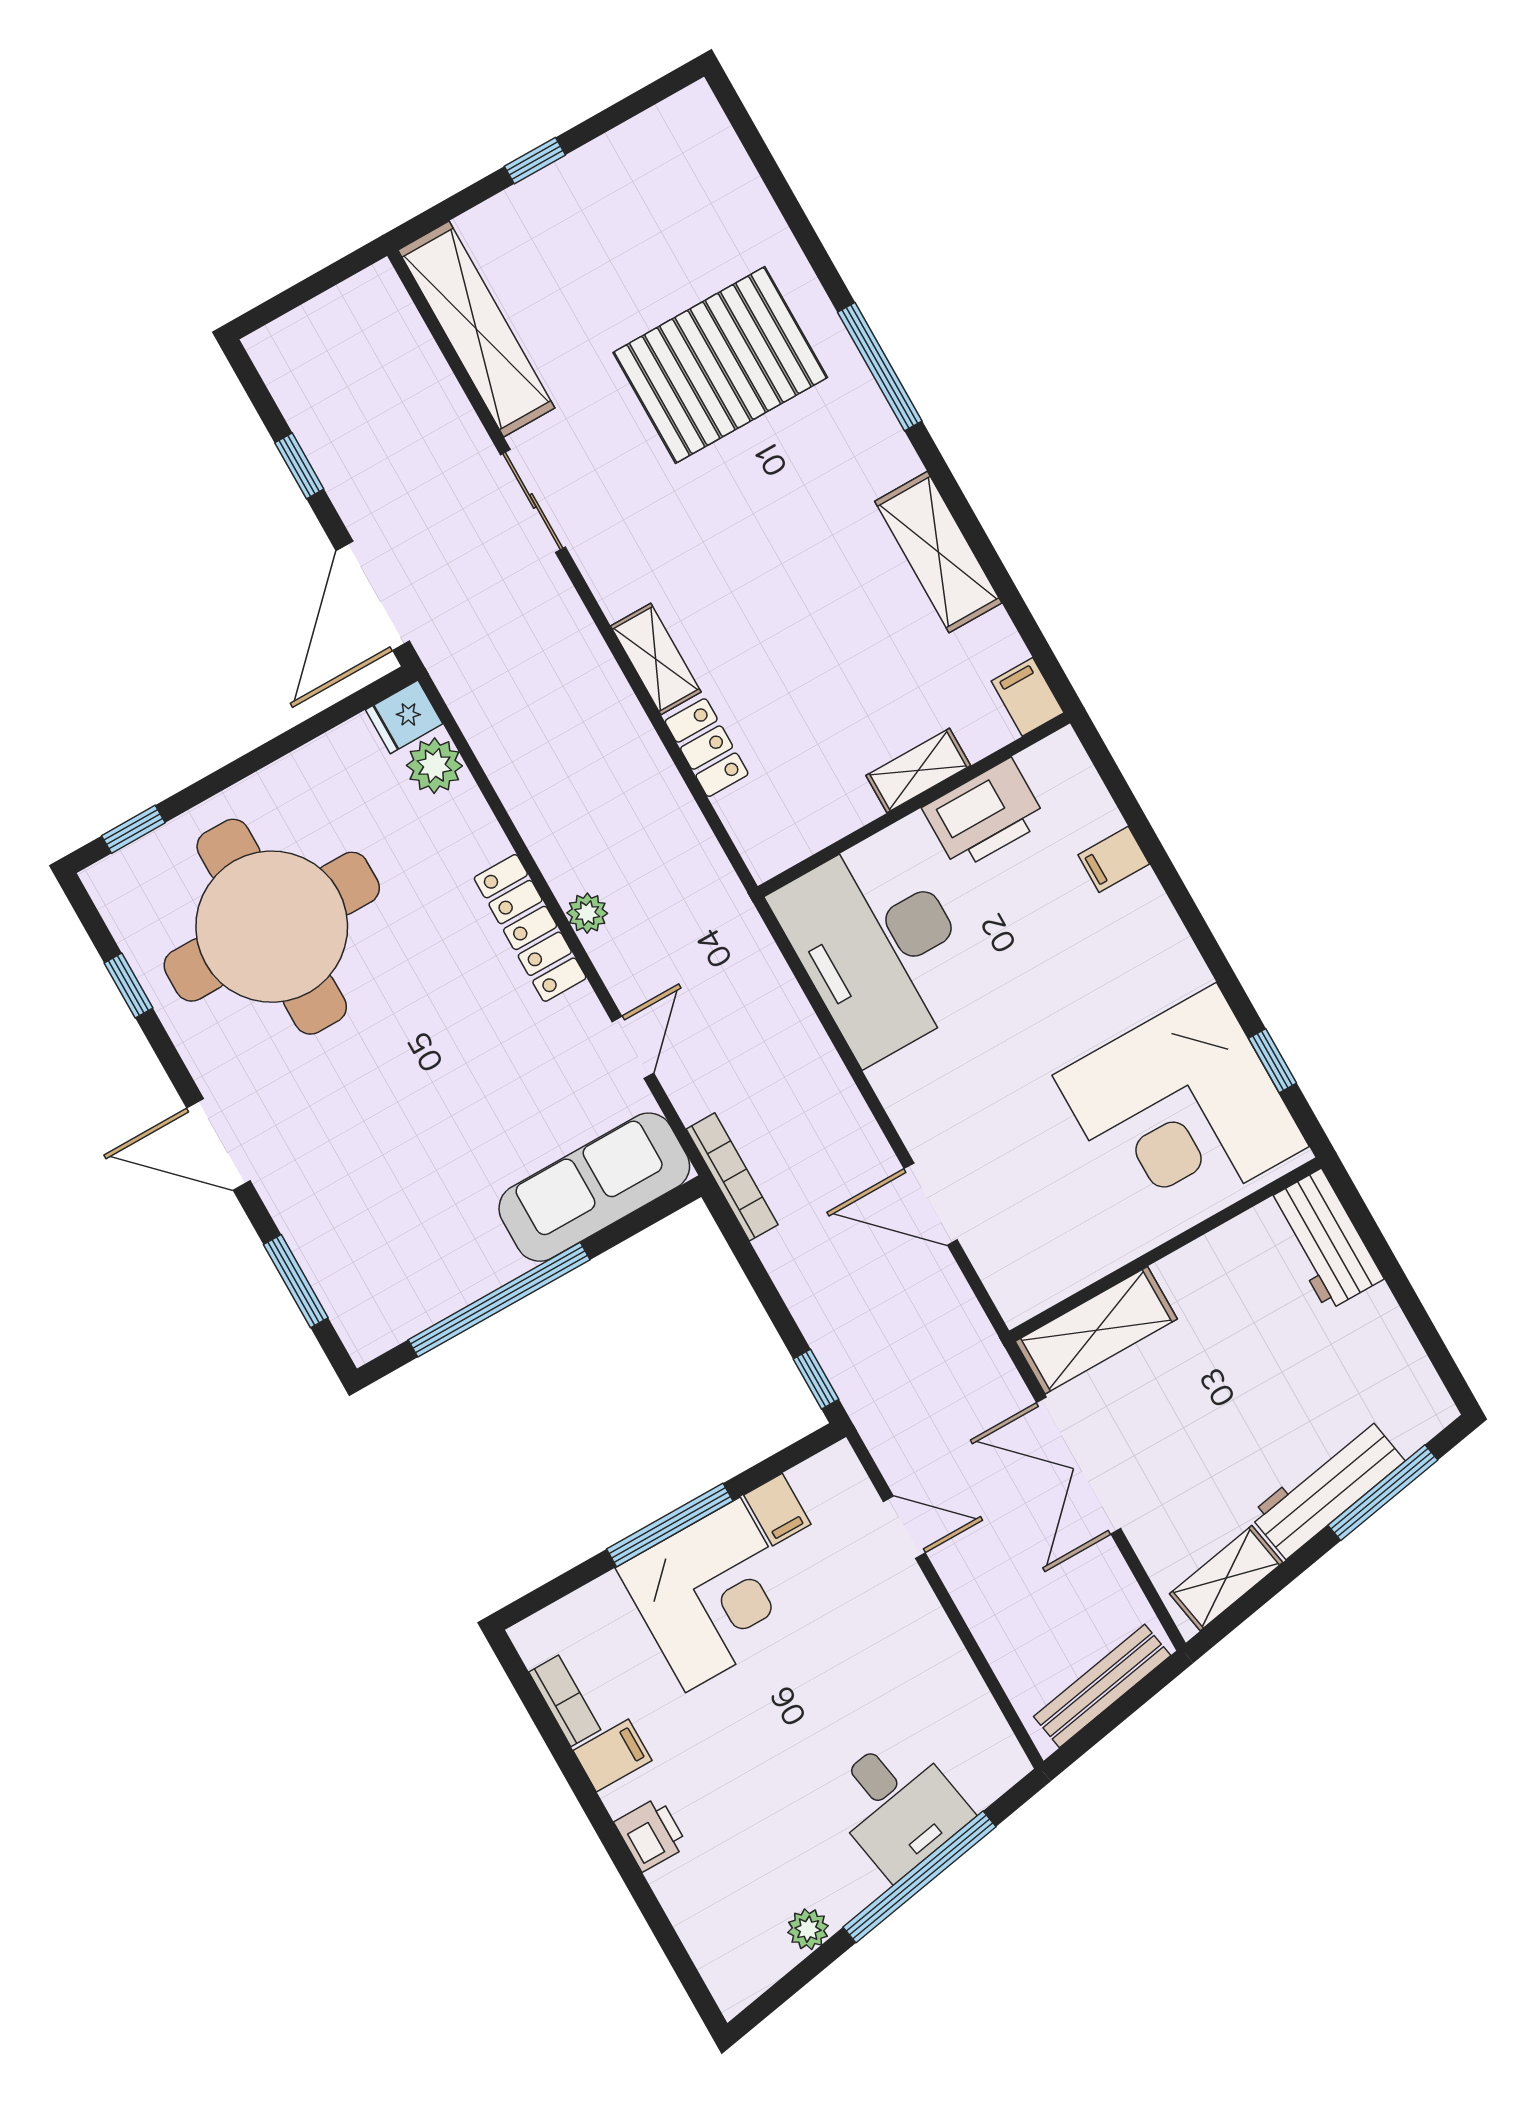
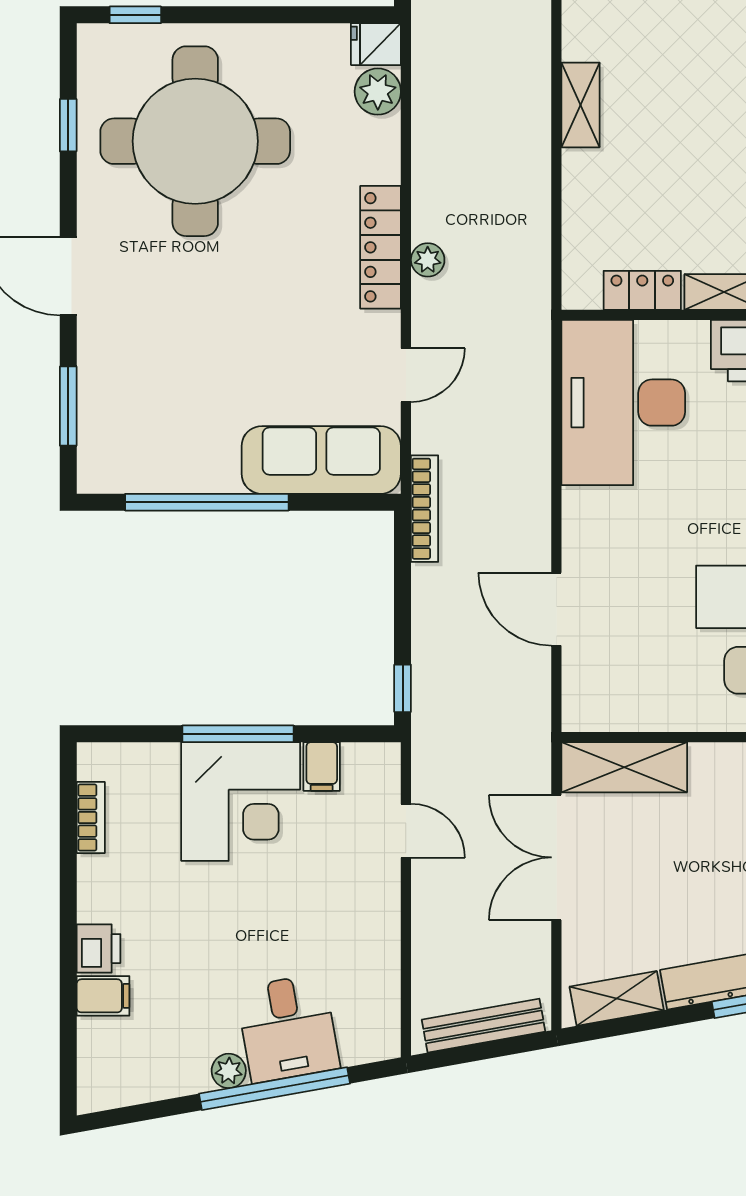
locker: (707, 748) -> (642, 290), moved, turned -90
filing cabinet: (612, 1755) -> (103, 996), moved
plant: (808, 1929) -> (229, 1071), moved

